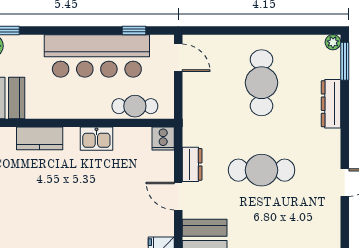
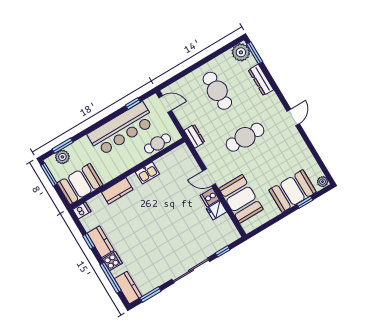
plant: (333, 42) -> (241, 52), width x1.88, depth x1.88
cooker: (163, 139) -> (210, 197), moved, turned 90
dresser: (192, 164) -> (194, 136), moved

